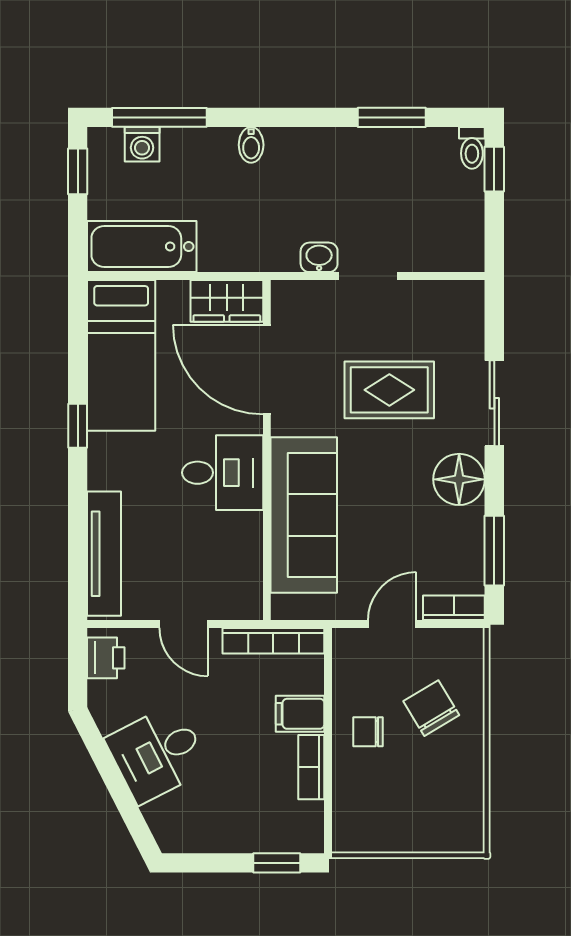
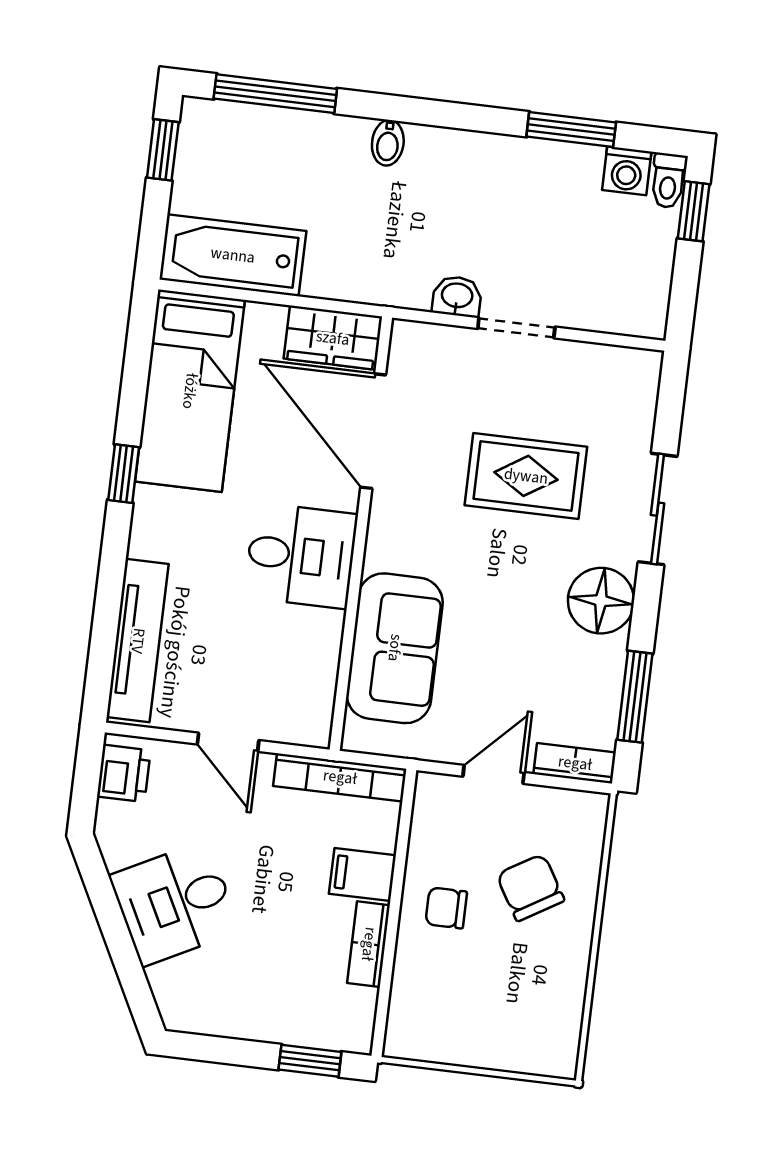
washing machine: (142, 144) -> (627, 171), moved
sofa: (304, 515) -> (395, 648), width x0.73

